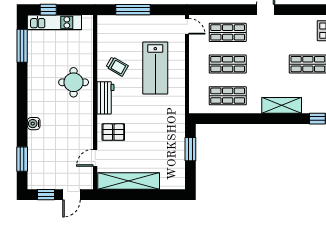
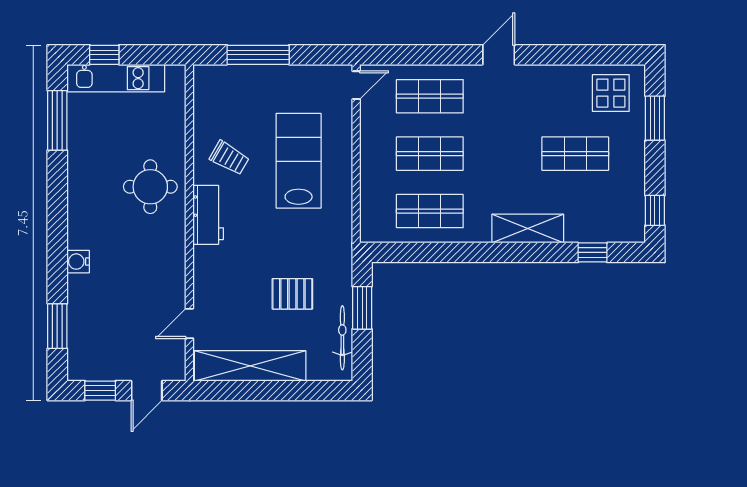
door: (187, 26) -> (356, 85), hinge flipped
lab bench: (155, 68) -> (299, 161), turned 180
pallet: (113, 132) -> (292, 294), moved
bicycle: (179, 166) -> (342, 338), added

